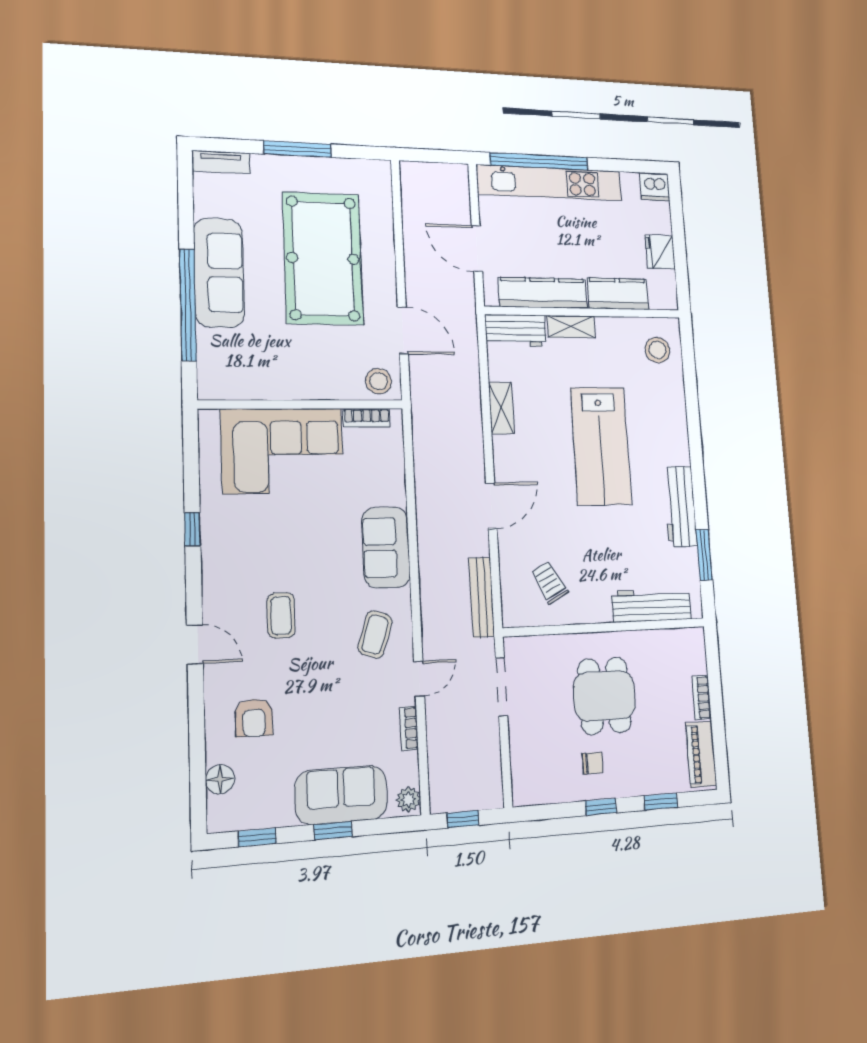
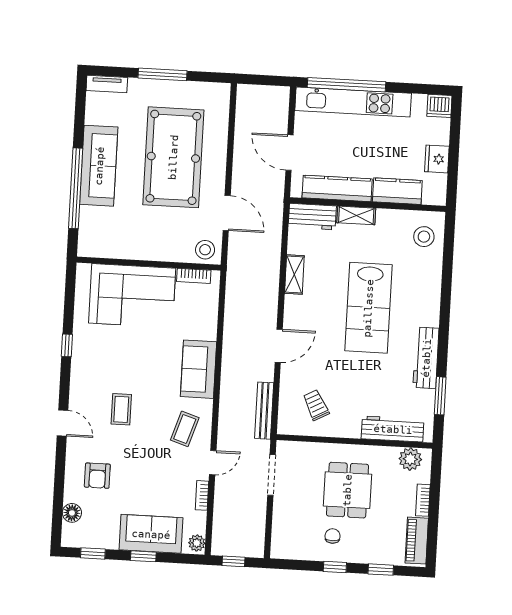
plant: (679, 643) -> (410, 459), added
chair: (593, 763) -> (333, 536), turned -90

